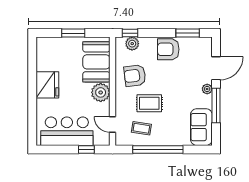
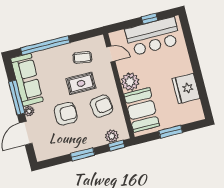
window: (188, 33) -> (83, 154), moved
armchair: (168, 49) -> (66, 114), moved
fridge: (47, 85) -> (186, 88), moved
sofa: (201, 127) -> (27, 80), width x1.36
window: (86, 150) -> (150, 19), moved
window: (158, 150) -> (45, 45), moved

